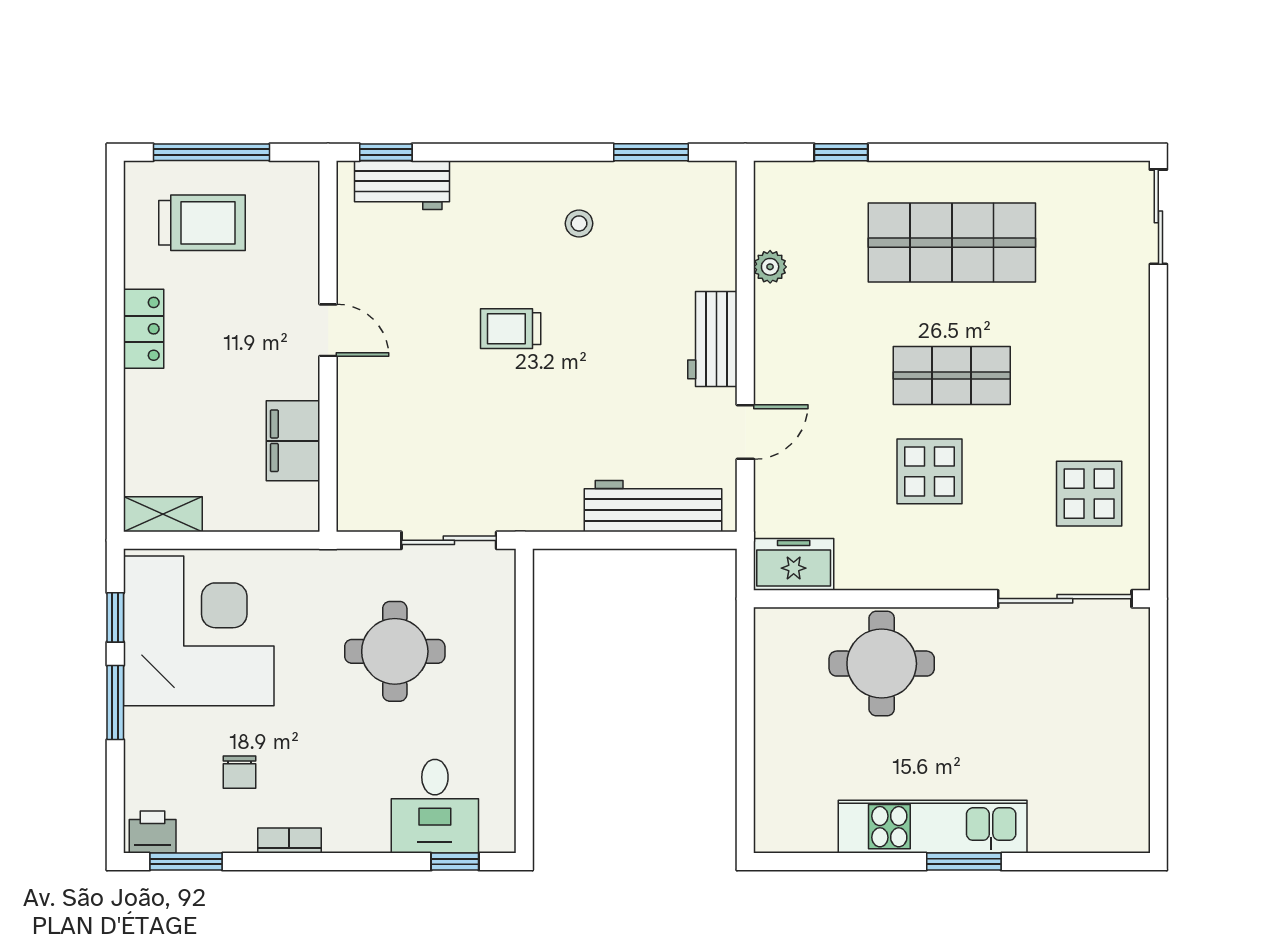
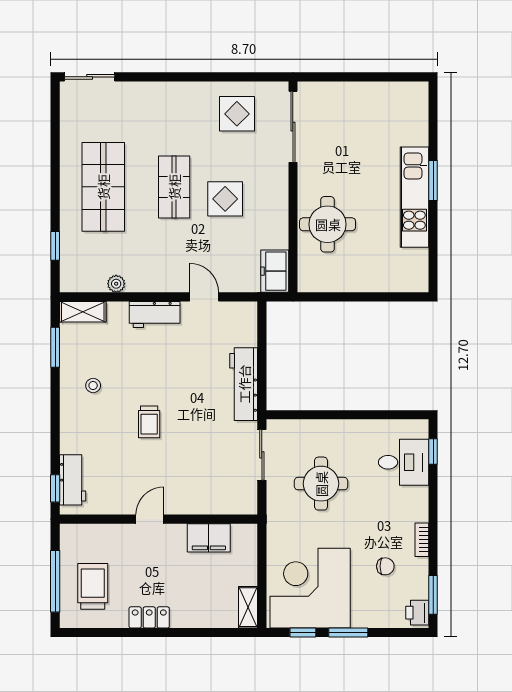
shelving: (717, 204) -> (83, 312), added
workbench: (653, 506) -> (244, 384), moved

